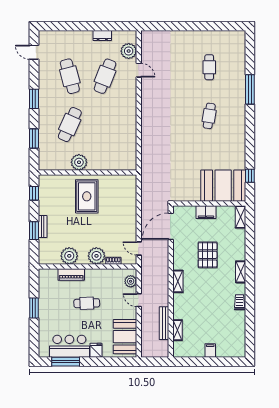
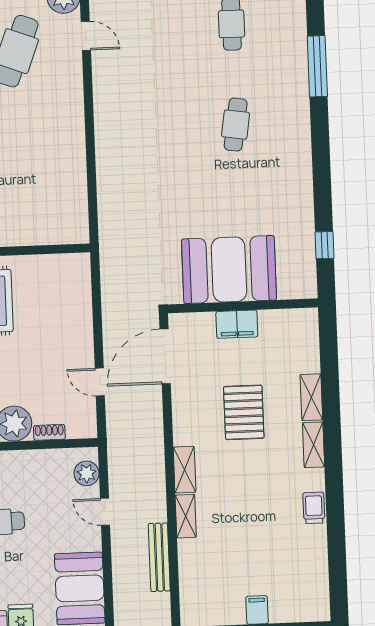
booth: (223, 186) -> (229, 269), moved
shelving: (240, 217) -> (311, 397), moved
door: (139, 248) -> (100, 382), moved
shelving: (178, 330) -> (186, 516), moved

